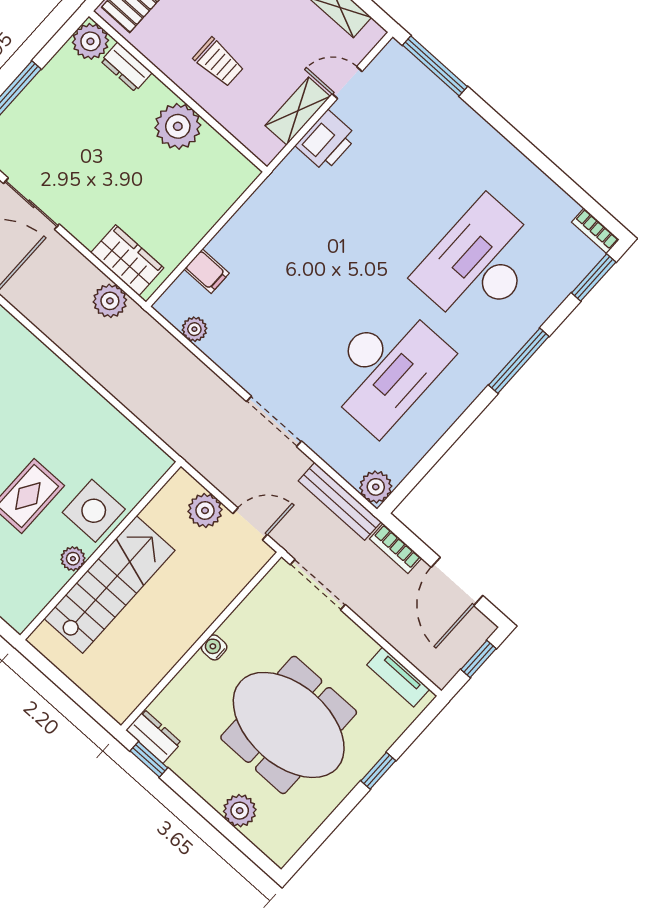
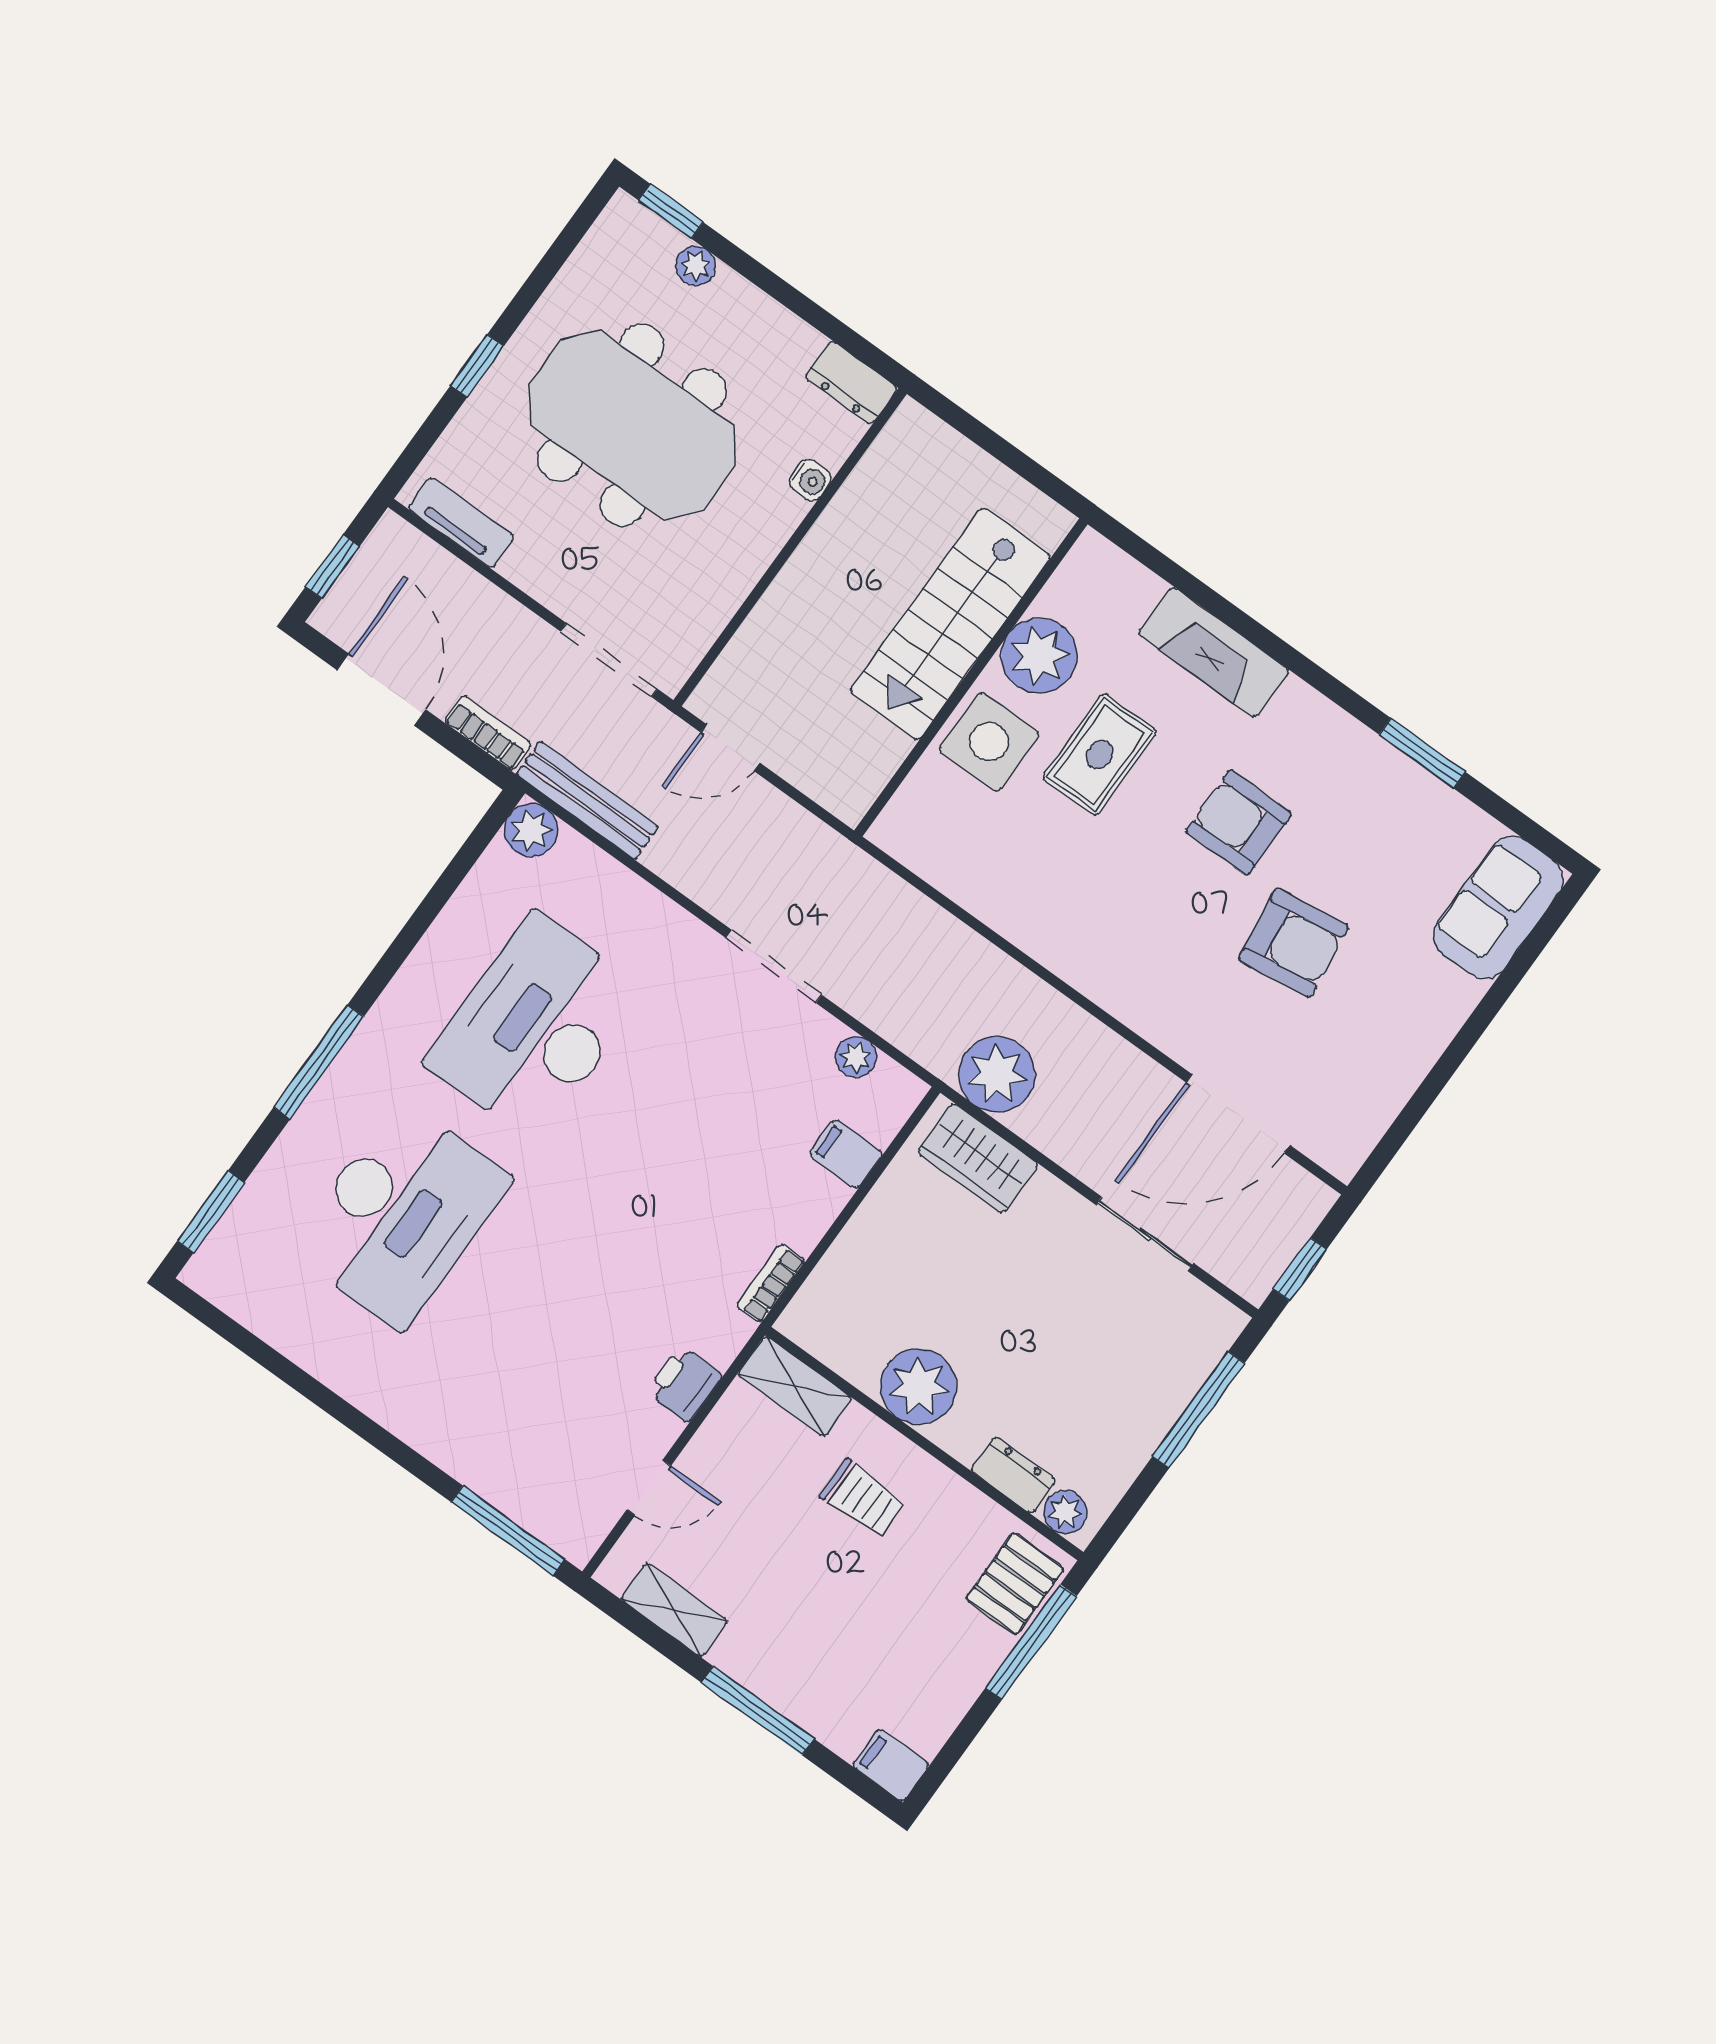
plant: (90, 41) -> (1065, 1512), width x0.73, depth x0.73
trolley: (219, 62) -> (863, 1499), turned 180
shelving: (298, 111) -> (795, 1386), moved, turned 90
printer: (326, 141) -> (684, 1384), width x0.73, depth x0.81
bookcase: (595, 231) -> (771, 1283), moved, turned -90
plant: (110, 301) -> (997, 1075), width x1.36, depth x1.36
doorway: (274, 421) -> (774, 966), moved
plant: (205, 510) -> (807, 762), removed
plant: (73, 559) -> (1039, 656), width x1.88, depth x1.88
water cooler: (214, 647) -> (810, 480), moved
window: (149, 759) -> (671, 211), moved
plant: (240, 811) -> (696, 266), width x0.73, depth x0.73

